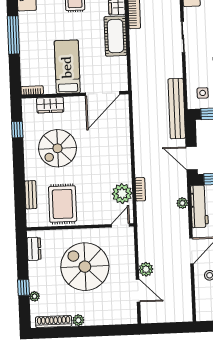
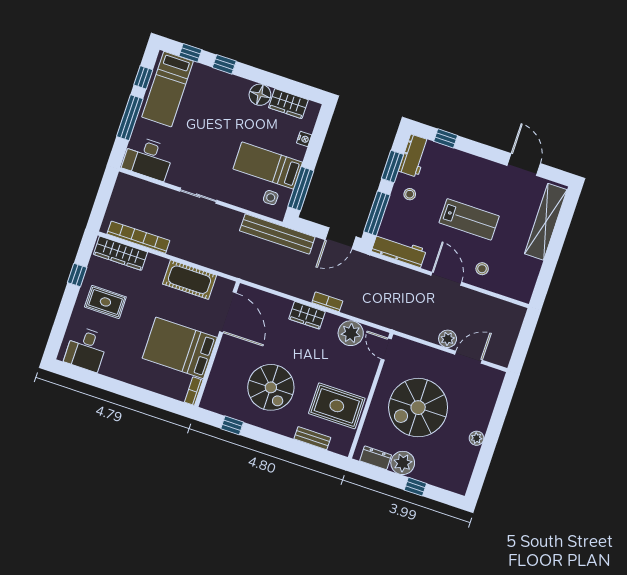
window: (13, 35) -> (122, 389), removed
cot: (115, 36) -> (190, 280), moved
bed: (67, 67) -> (180, 348), width x1.50
wardrobe: (50, 105) -> (307, 315), moved, turned 90
bookcase: (140, 189) -> (327, 302), moved
plant: (182, 203) -> (388, 269), removed
plant: (35, 296) -> (403, 463), moved, width x1.87, depth x1.87
shoe rack: (54, 322) -> (467, 467), removed

